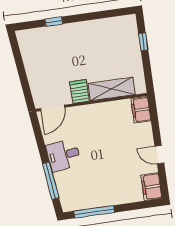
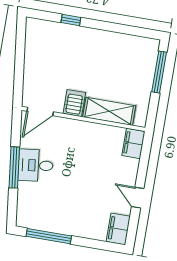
window: (143, 42) -> (159, 72), width x2.17
window: (51, 181) -> (14, 167), moved

